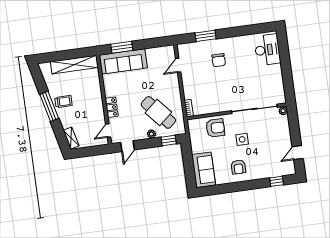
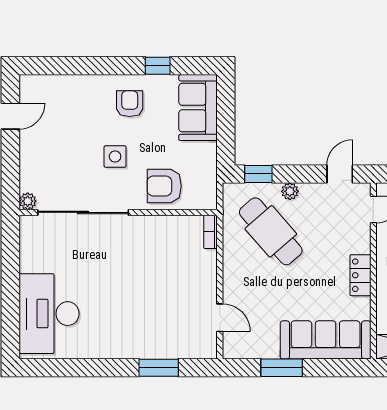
window: (122, 47) -> (282, 368), moved
desk: (267, 50) -> (49, 314), width x1.36, depth x1.30
chair: (219, 60) -> (140, 317), removed
door: (178, 65) -> (220, 318), hinge flipped
locker: (112, 107) -> (360, 275), moved
window: (277, 181) -> (158, 66), moved

